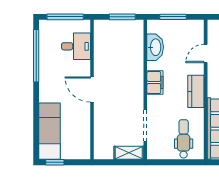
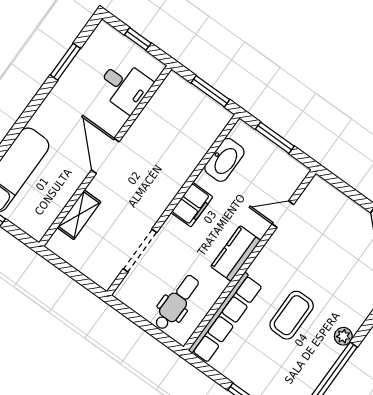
window: (65, 17) -> (138, 39), width x0.46
window: (36, 56) -> (65, 62), width x0.47
shelving: (129, 153) -> (79, 215), moved, turned 90

